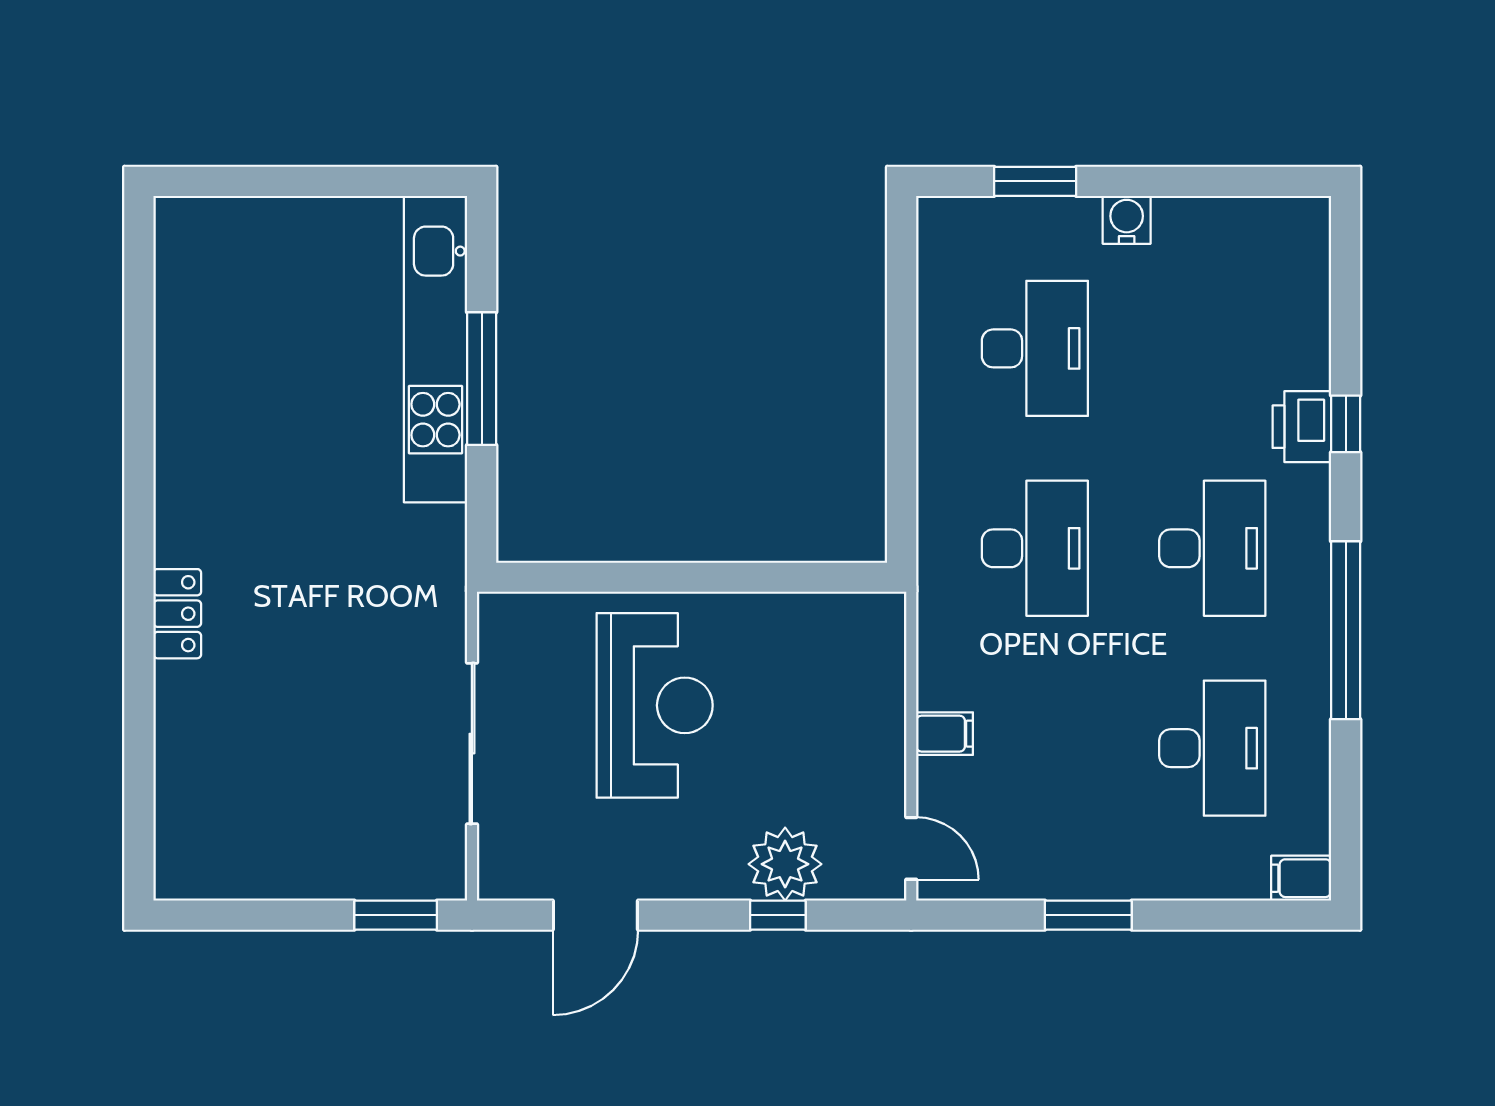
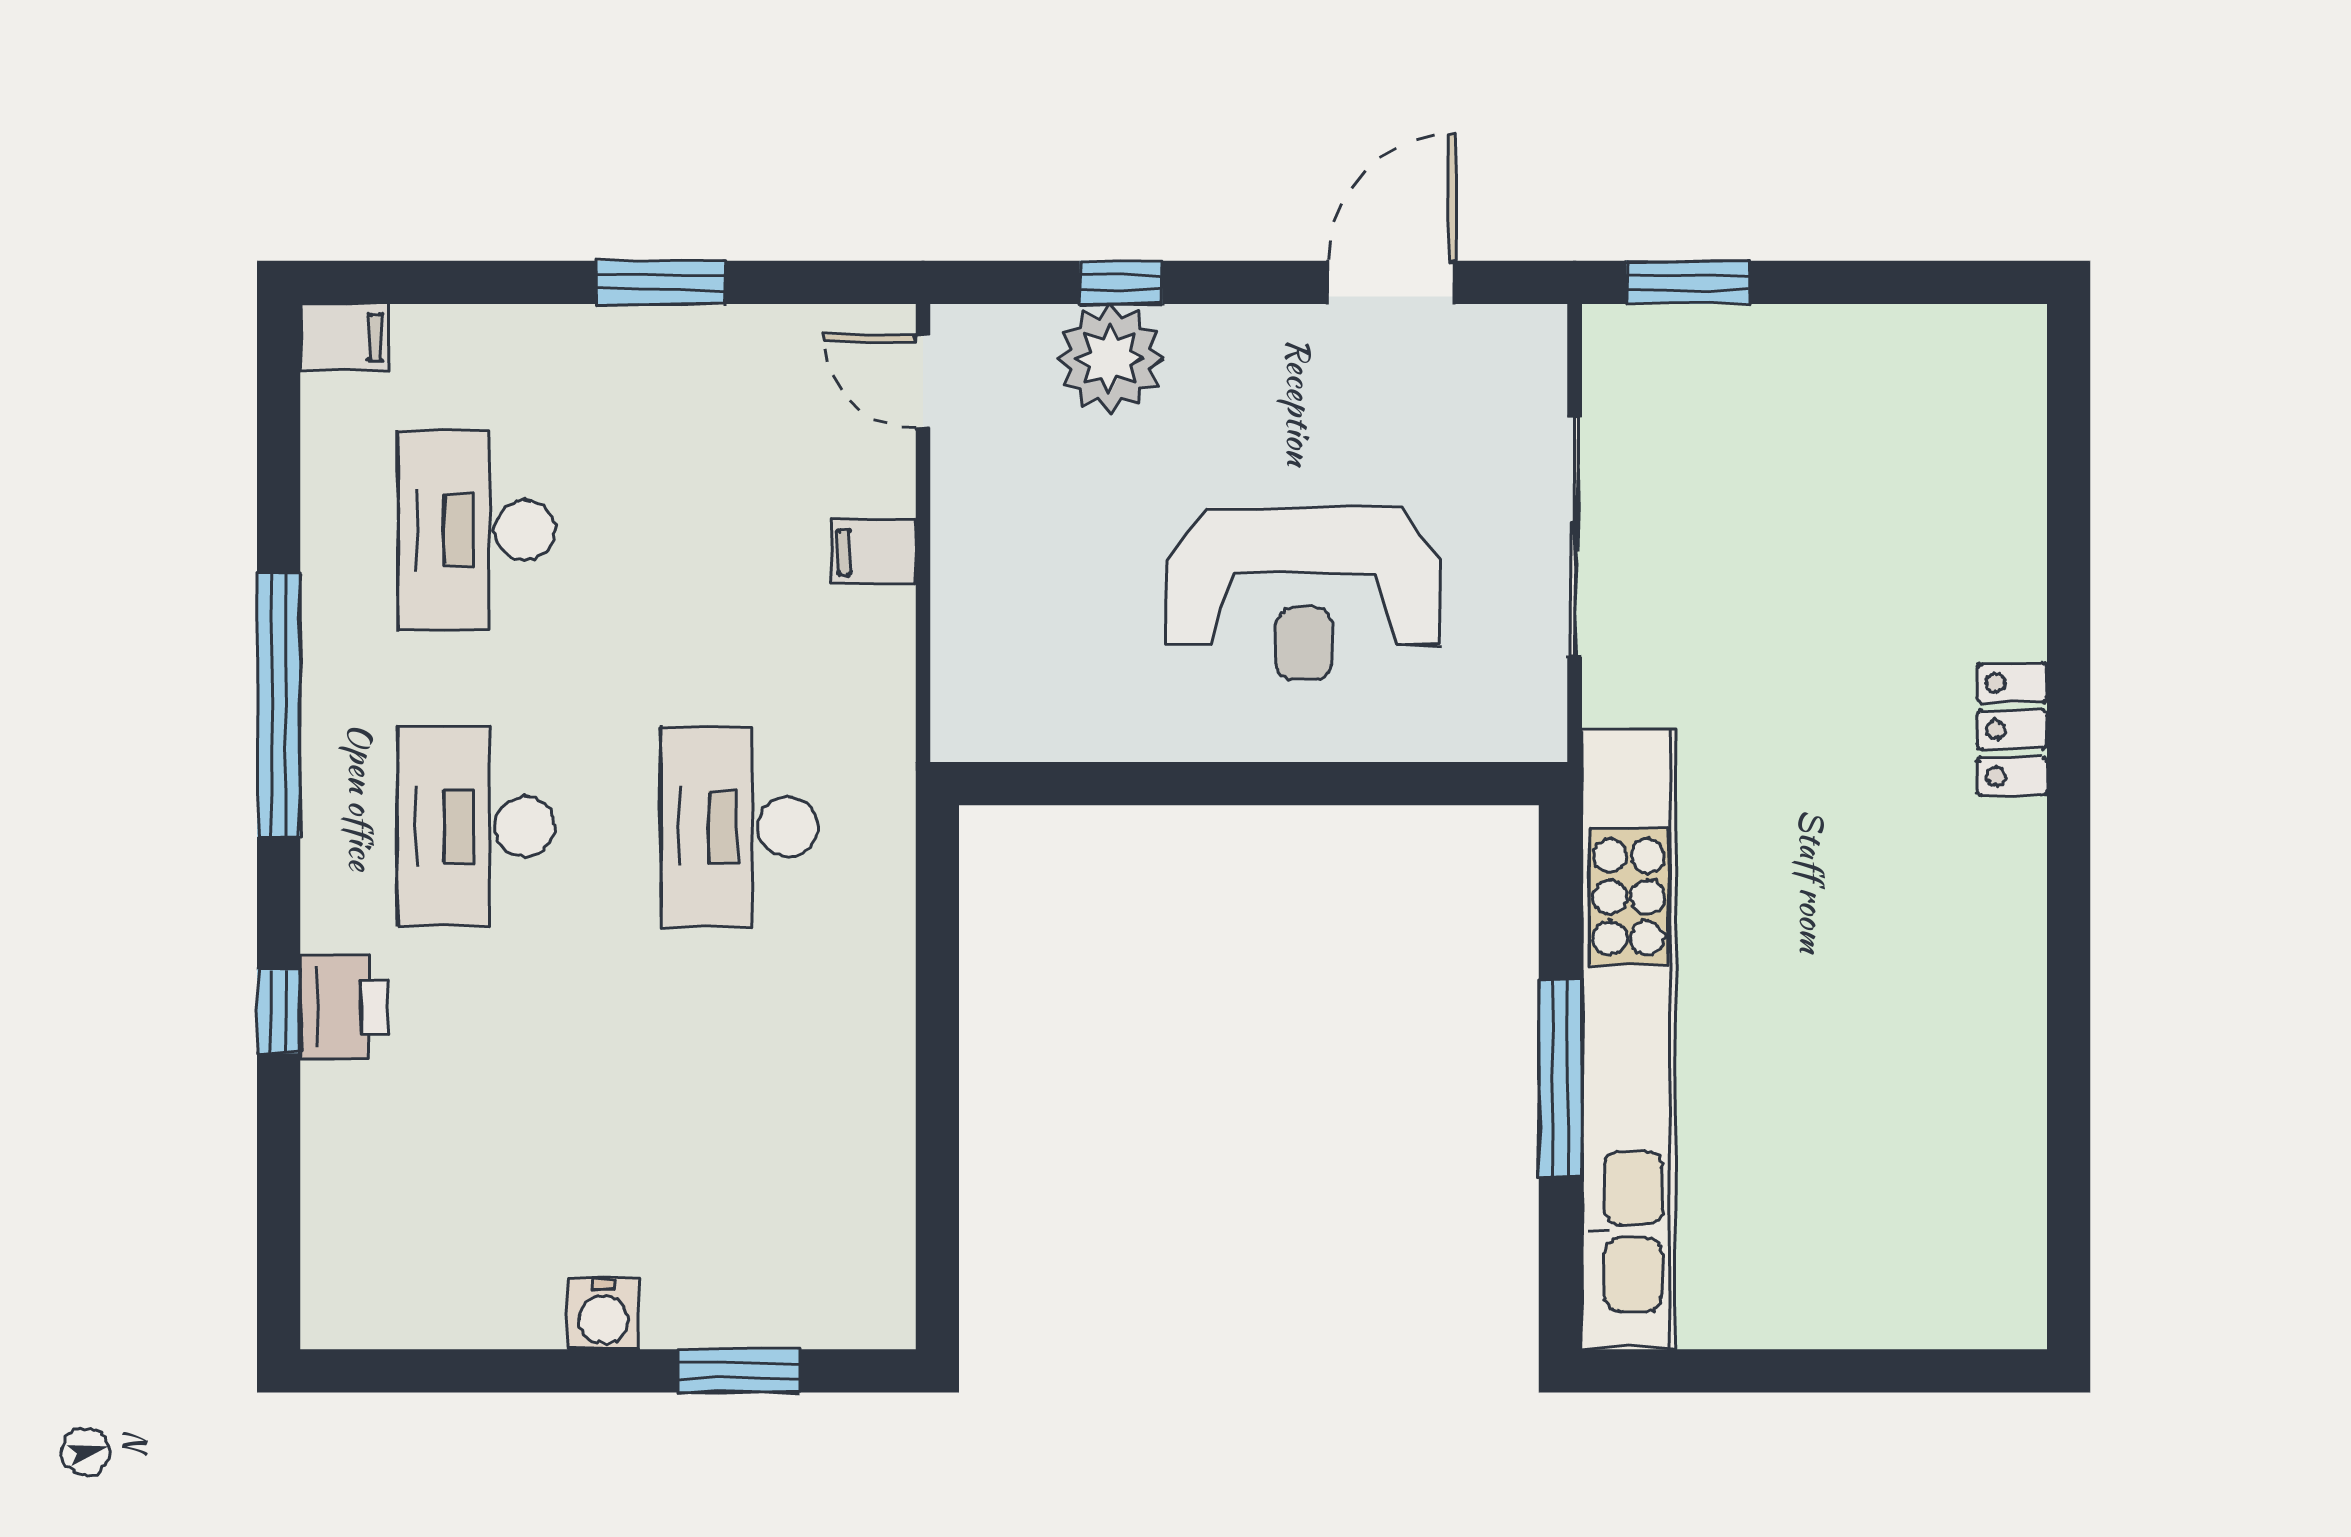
desk: (1035, 348) -> (740, 1123), removed
kitchen unit: (435, 349) -> (1629, 1039), width x1.36
reception desk: (655, 705) -> (1304, 594), turned -90

